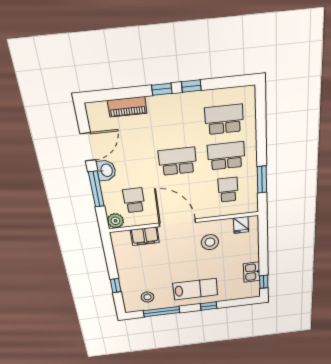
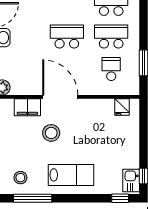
school desk: (134, 200) -> (23, 69), removed
stool: (210, 242) -> (51, 133), moved
kitchen sink: (252, 272) -> (131, 180), moved
window: (209, 306) -> (120, 198), moved

